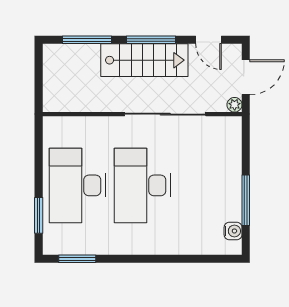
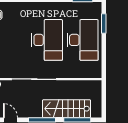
stairs: (144, 60) -> (67, 109), moved

